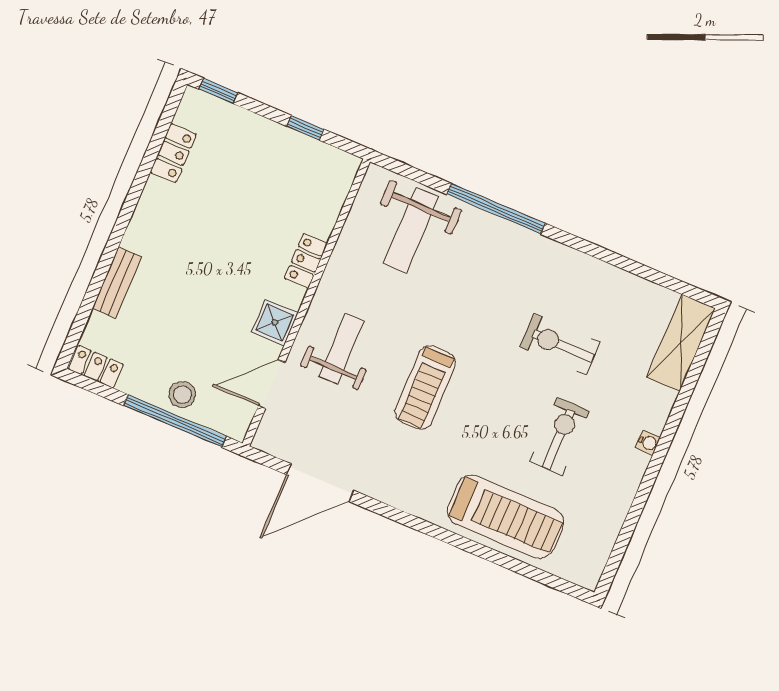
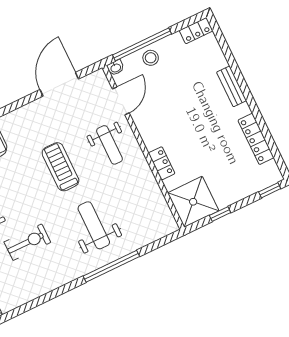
locker: (173, 153) -> (256, 139), width x1.53
weight bench: (411, 230) -> (94, 225), moved
bench: (117, 282) -> (232, 86), moved
shower: (275, 322) -> (193, 202), moved, width x1.86, depth x1.86
washbasin: (235, 429) -> (116, 68), added

